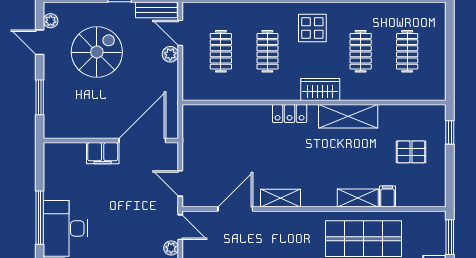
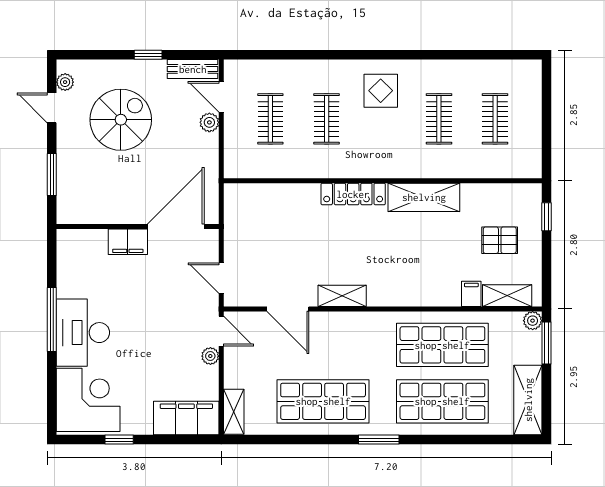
wardrobe: (320, 89) -> (390, 165), removed
locker: (290, 114) -> (353, 194), width x1.53
shelving: (358, 198) -> (507, 296), moved
door: (235, 209) -> (288, 309), swing flipped
plant: (438, 219) -> (533, 321), added

